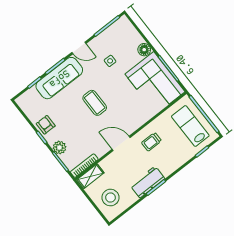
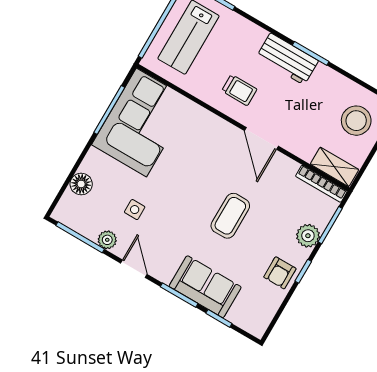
plant: (100, 40) -> (107, 240), added
floor lamp: (144, 50) -> (81, 184), moved
sofa: (59, 78) -> (205, 287), width x0.73
coffee table: (95, 103) -> (230, 216), moved
workbench: (147, 182) -> (287, 59), moved

